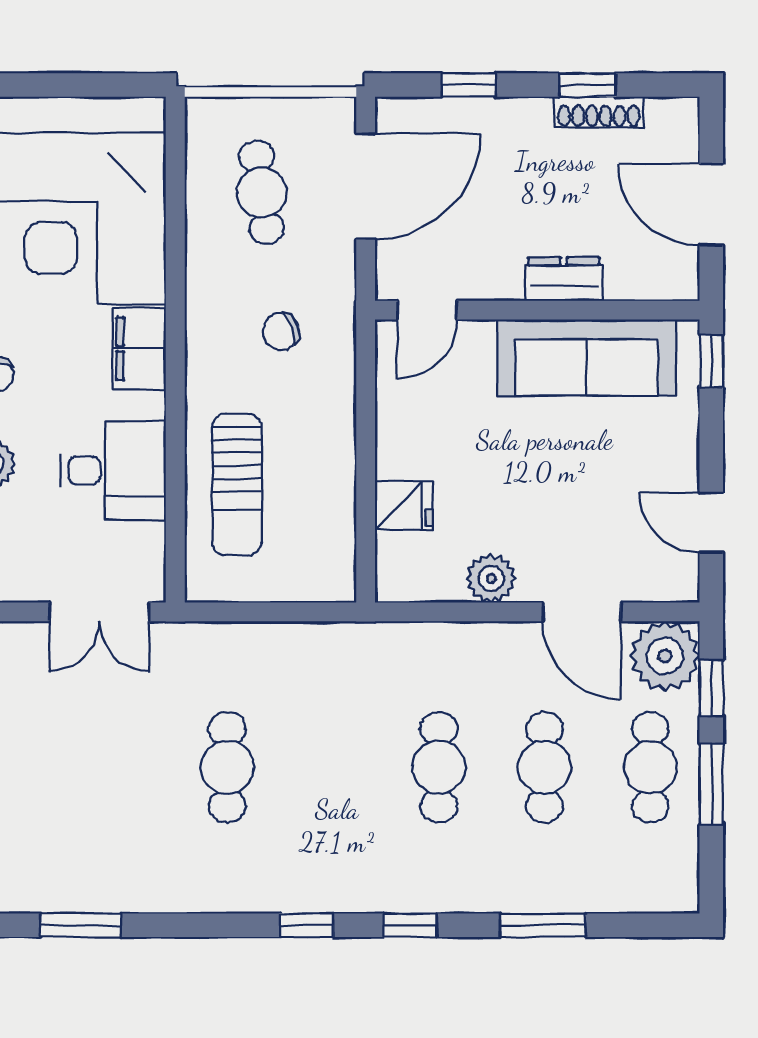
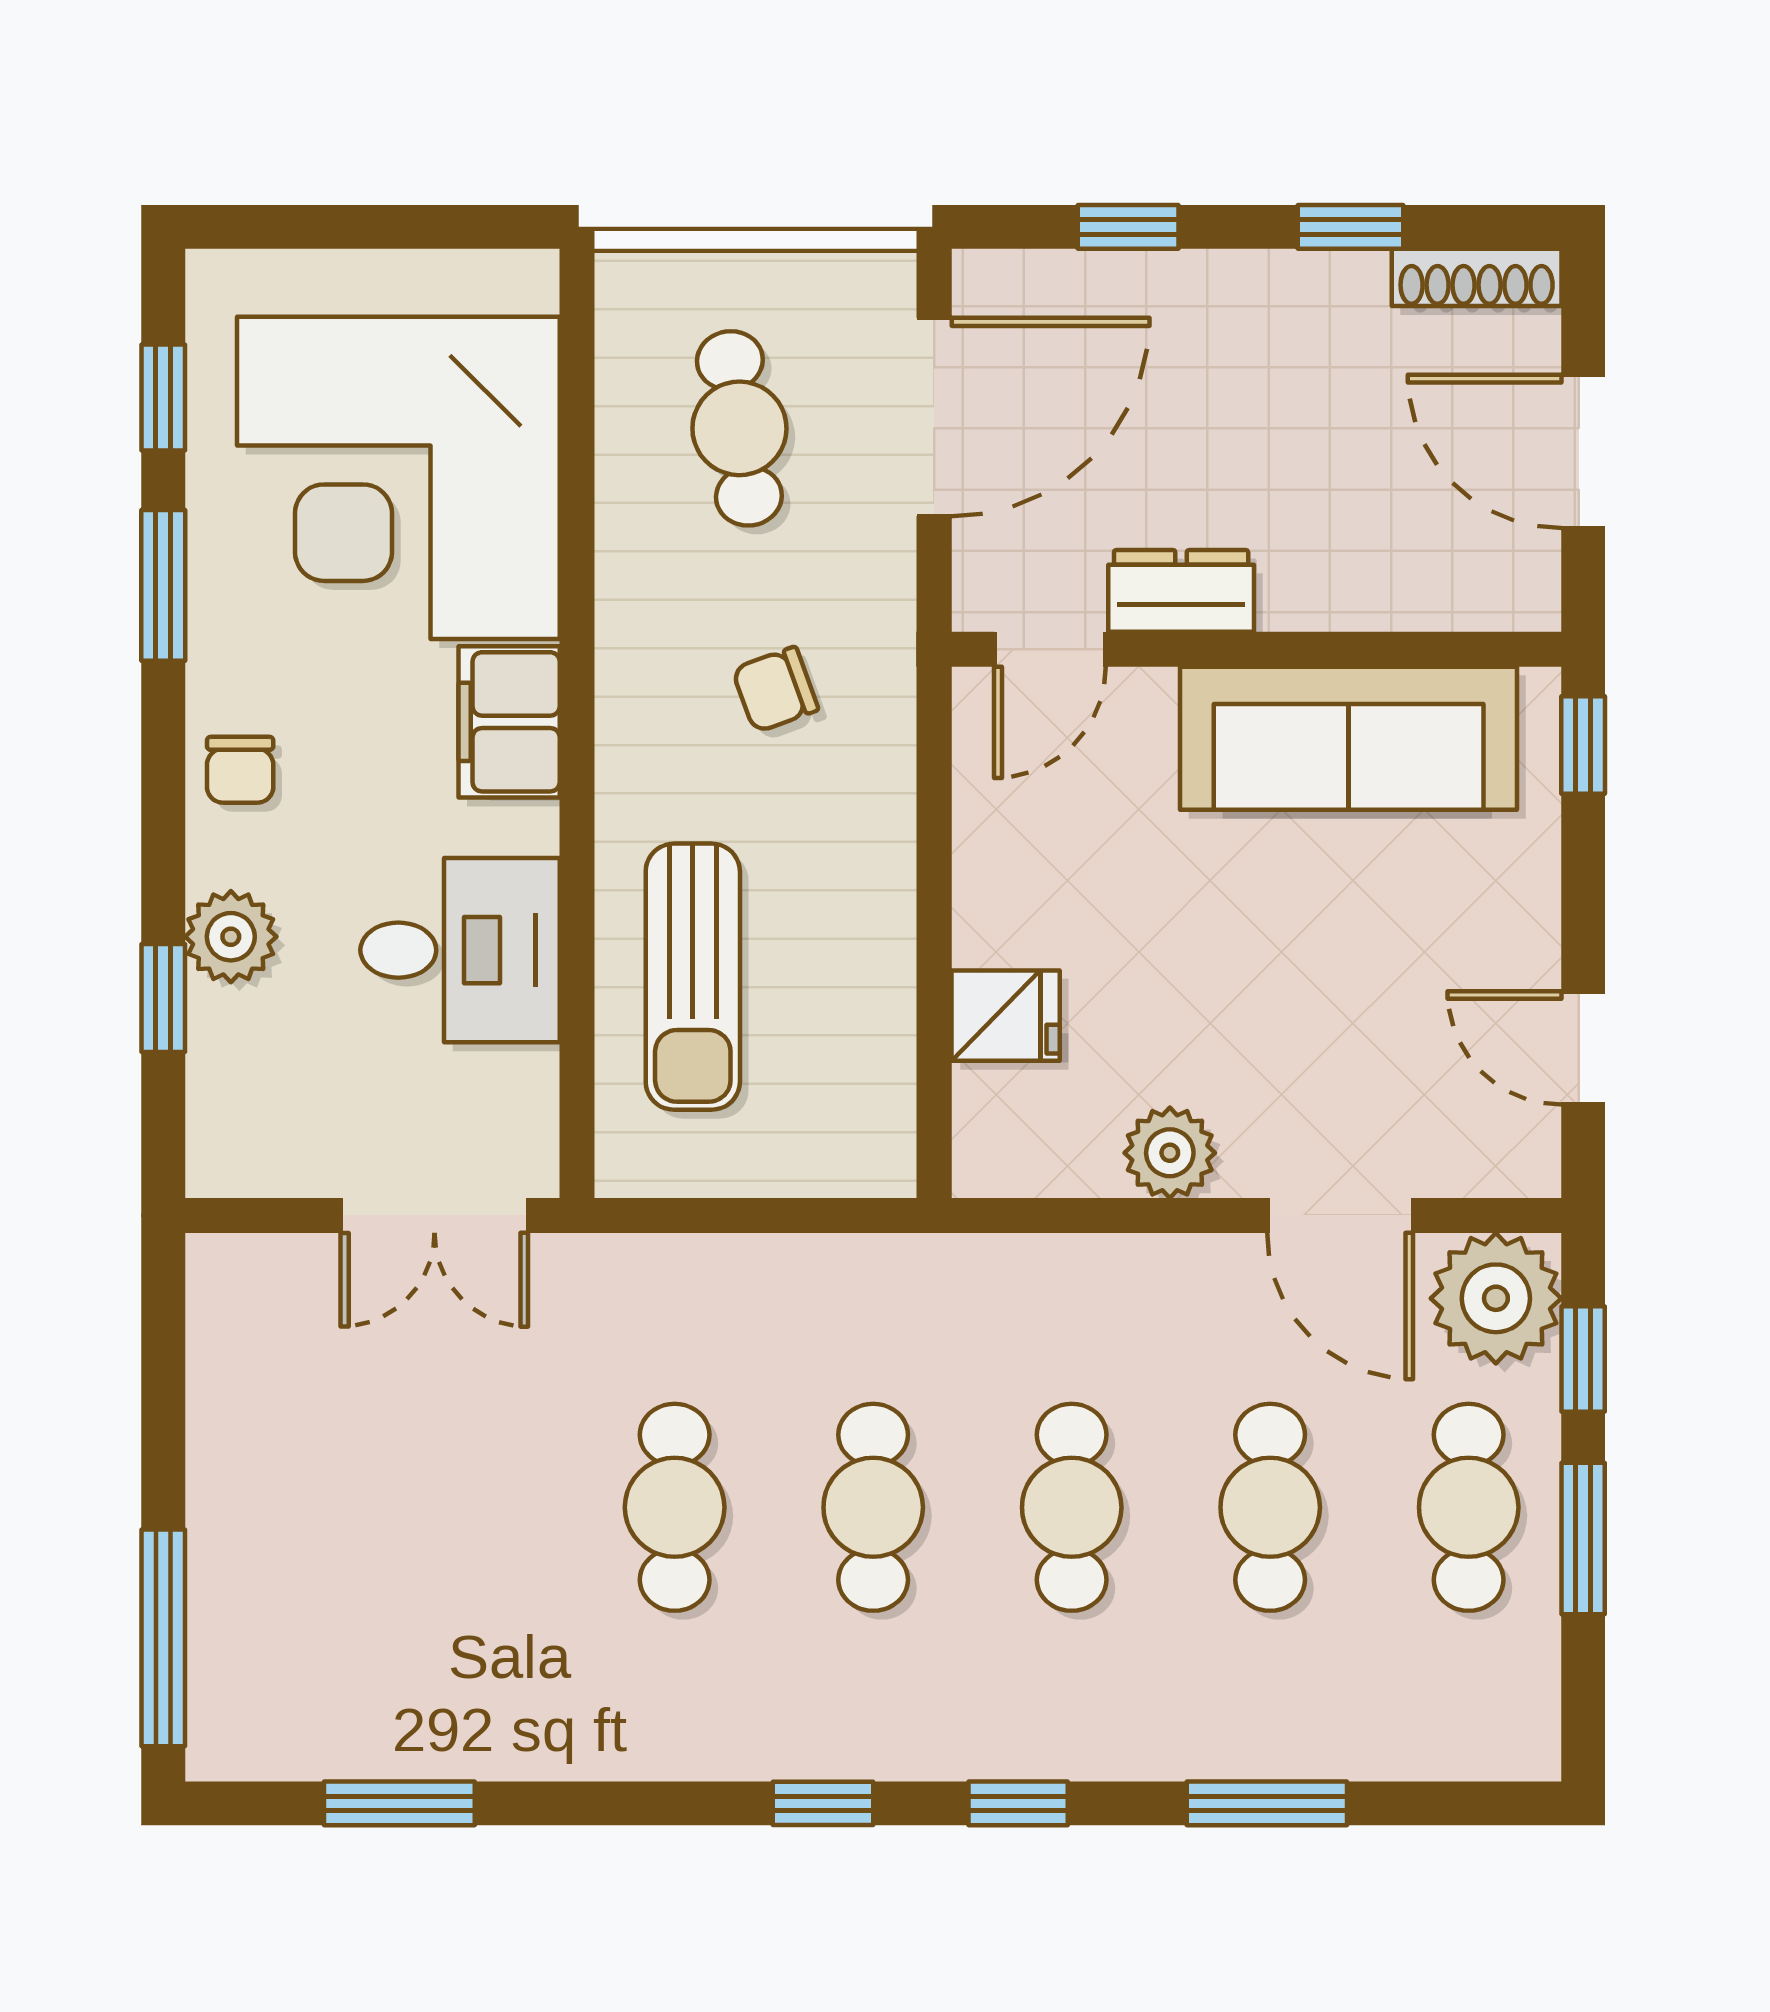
shoe rack: (599, 112) -> (1477, 277), moved
dresser: (564, 279) -> (1181, 591), moved
cafe table: (333, 767) -> (873, 1507), added

